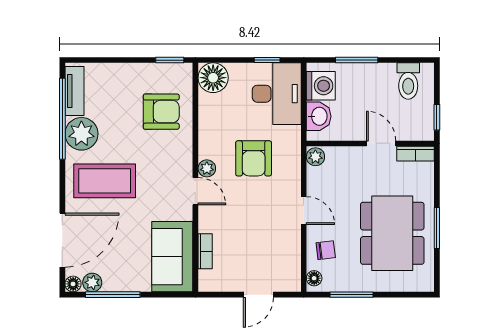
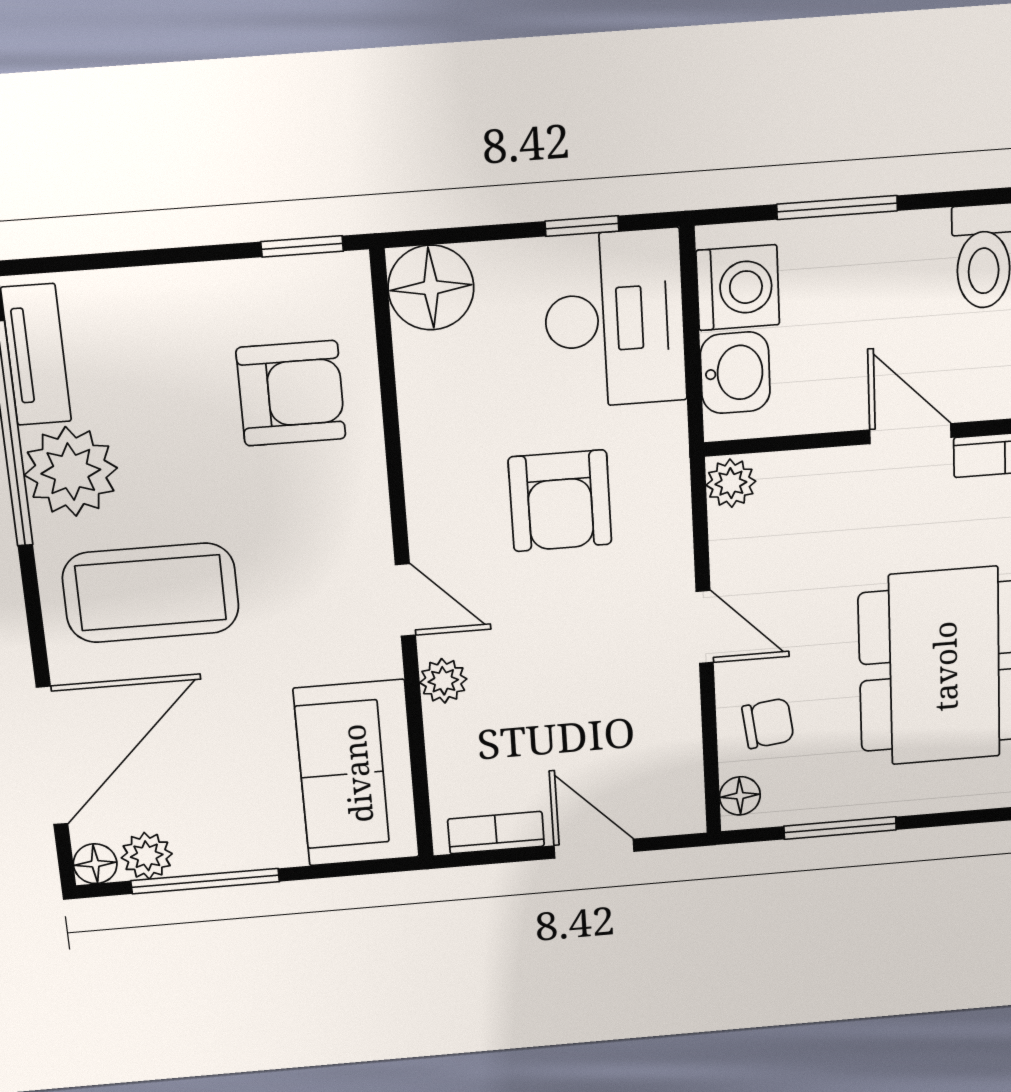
plant: (207, 168) -> (443, 681), moved
bookcase: (205, 251) -> (496, 833), moved, turned -90
door: (258, 295) -> (594, 849), swing flipped

